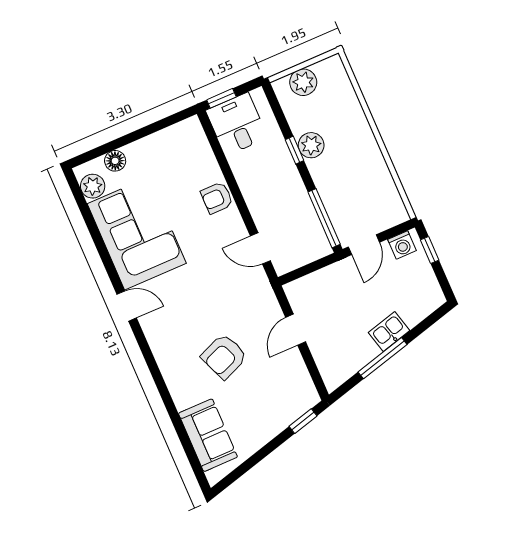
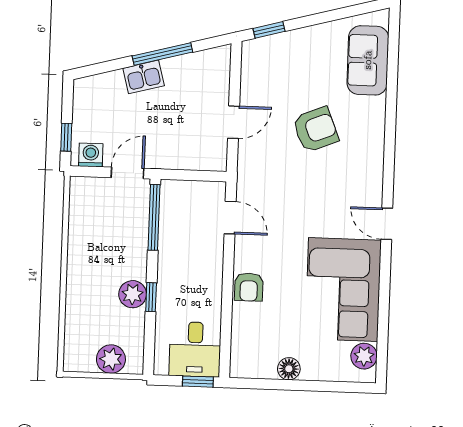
floor lamp: (115, 161) -> (289, 369), moved
armchair: (217, 198) -> (249, 287), turned 90

